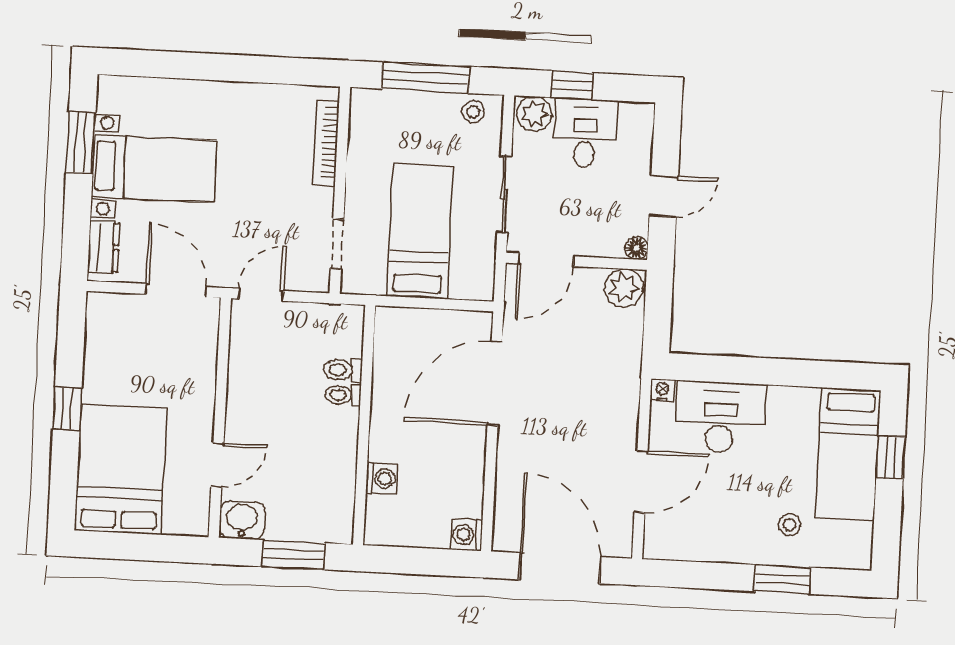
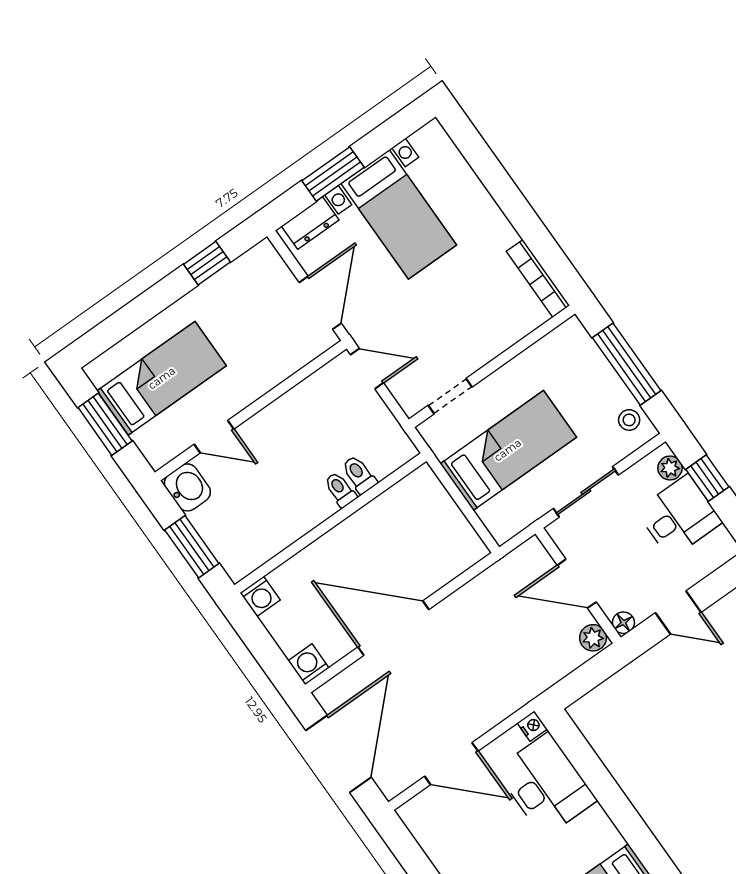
plant: (534, 114) -> (670, 468), width x0.73, depth x0.73
window: (81, 142) -> (333, 174), moved
bookcase: (326, 143) -> (538, 279), moved, turned -90
door: (546, 260) -> (577, 584), moved
plant: (624, 288) -> (593, 638), width x0.73, depth x0.73
door: (495, 383) -> (393, 628), moved
window: (67, 409) -> (207, 263), moved
bed: (121, 470) -> (162, 378), width x0.67
washing machine: (382, 478) -> (260, 596), moved
window: (137, 547) -> (105, 424), added

